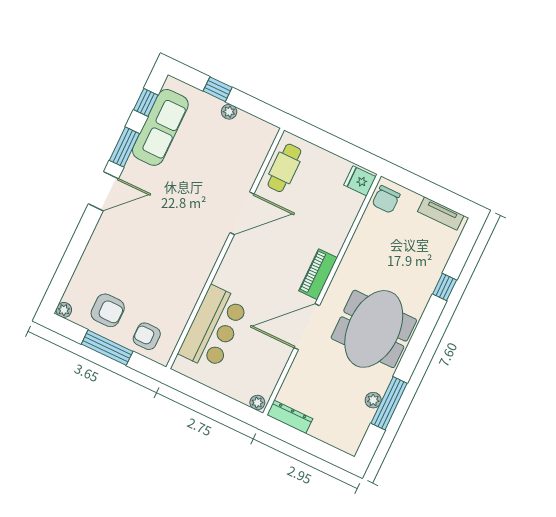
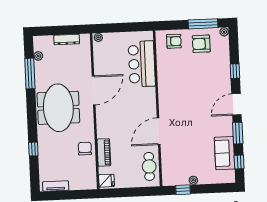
window: (218, 89) -> (183, 190), moved
sofa: (160, 127) -> (225, 153), width x0.73
chair: (386, 199) -> (85, 149), moved
window: (79, 242) -> (235, 71), added
piano: (318, 274) -> (104, 152), moved
window: (107, 348) -> (203, 24), moved
plant: (373, 400) -> (38, 56), moved
dresser: (290, 417) -> (67, 40), moved

